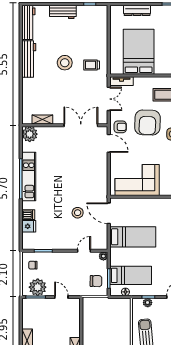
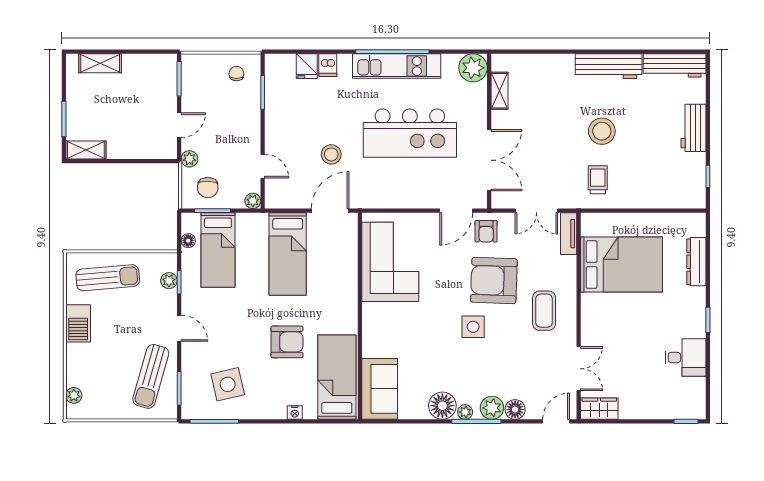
kitchen island: (66, 169) -> (410, 133), added
plant: (38, 287) -> (189, 159), moved, width x0.53, depth x0.53

